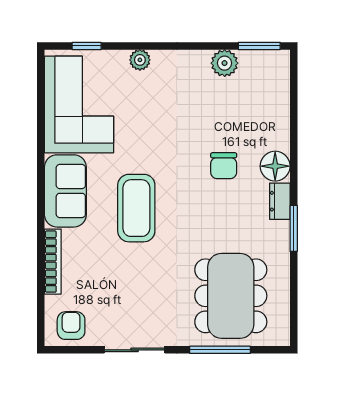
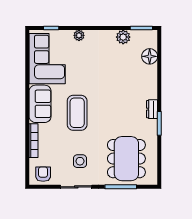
chair: (224, 166) -> (123, 91), removed
floor lamp: (275, 166) -> (150, 56), moved
side table: (142, 301) -> (80, 161), added

